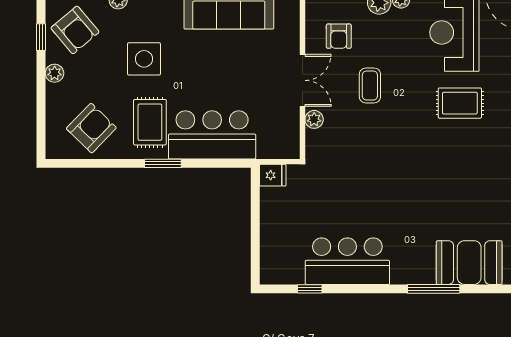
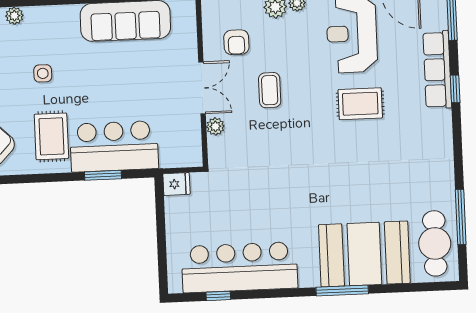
side table: (144, 59) -> (43, 73), width x0.54, depth x0.54
window: (163, 163) -> (103, 175), moved
bar counter: (347, 261) -> (240, 267), width x1.36
booth: (469, 263) -> (364, 254), width x1.36, depth x1.42

